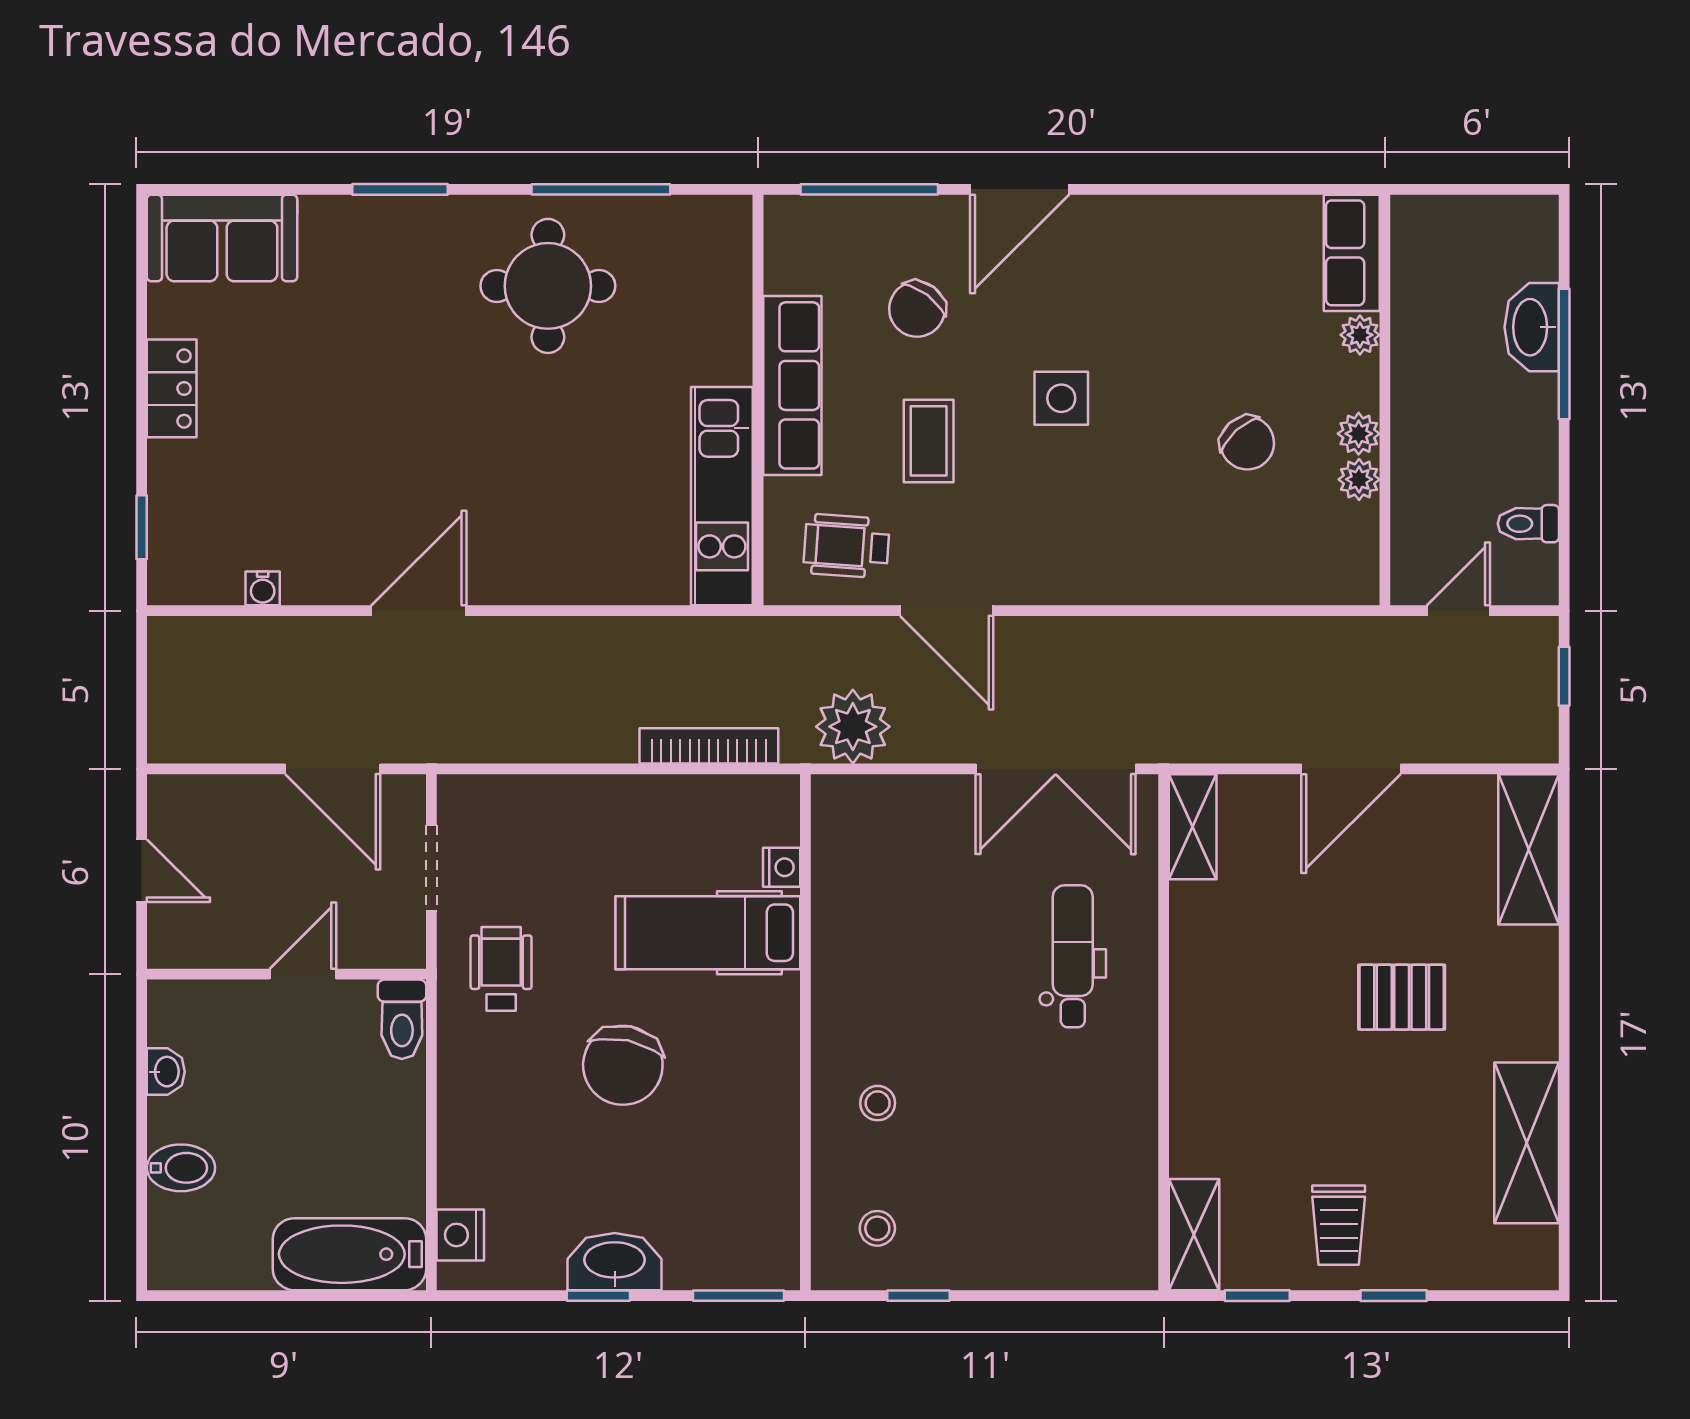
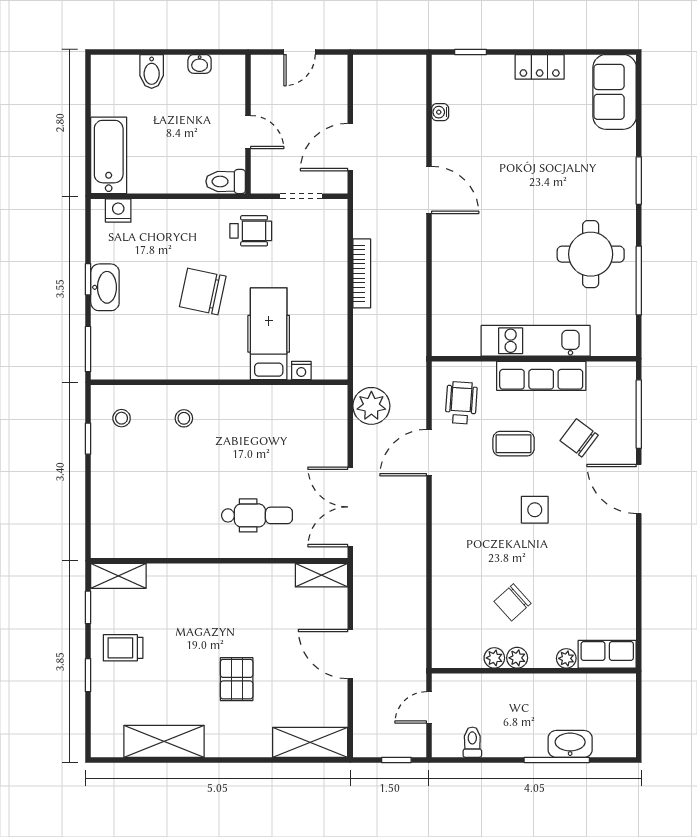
kitchen unit: (722, 496) -> (536, 341), moved
door: (1458, 611) -> (429, 707), swing flipped
bookcase: (709, 746) -> (362, 273), moved

